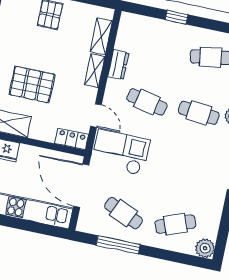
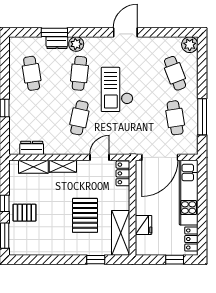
dresser: (118, 65) -> (32, 148), moved
checkout: (121, 152) -> (117, 89), moved
cafe table: (123, 213) -> (175, 118), turned -33

